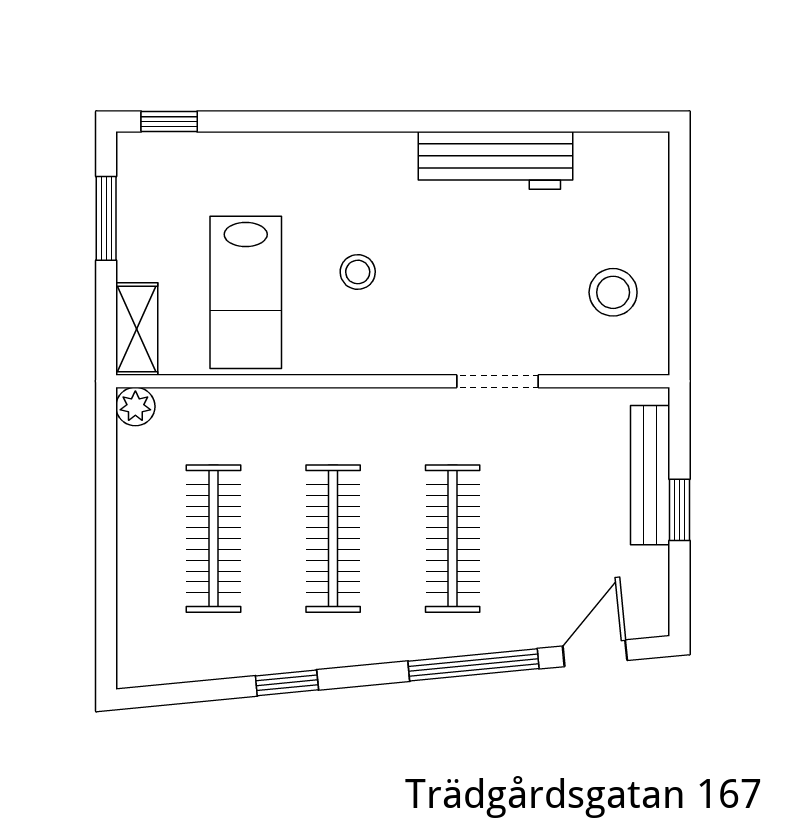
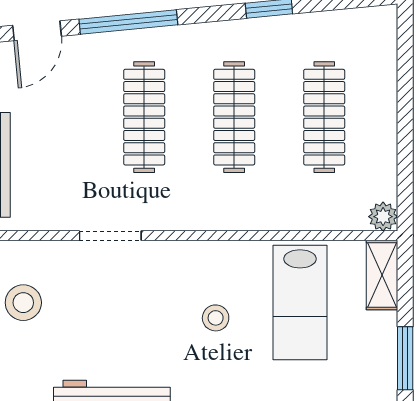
lab bench: (246, 292) -> (300, 302), turned 180

